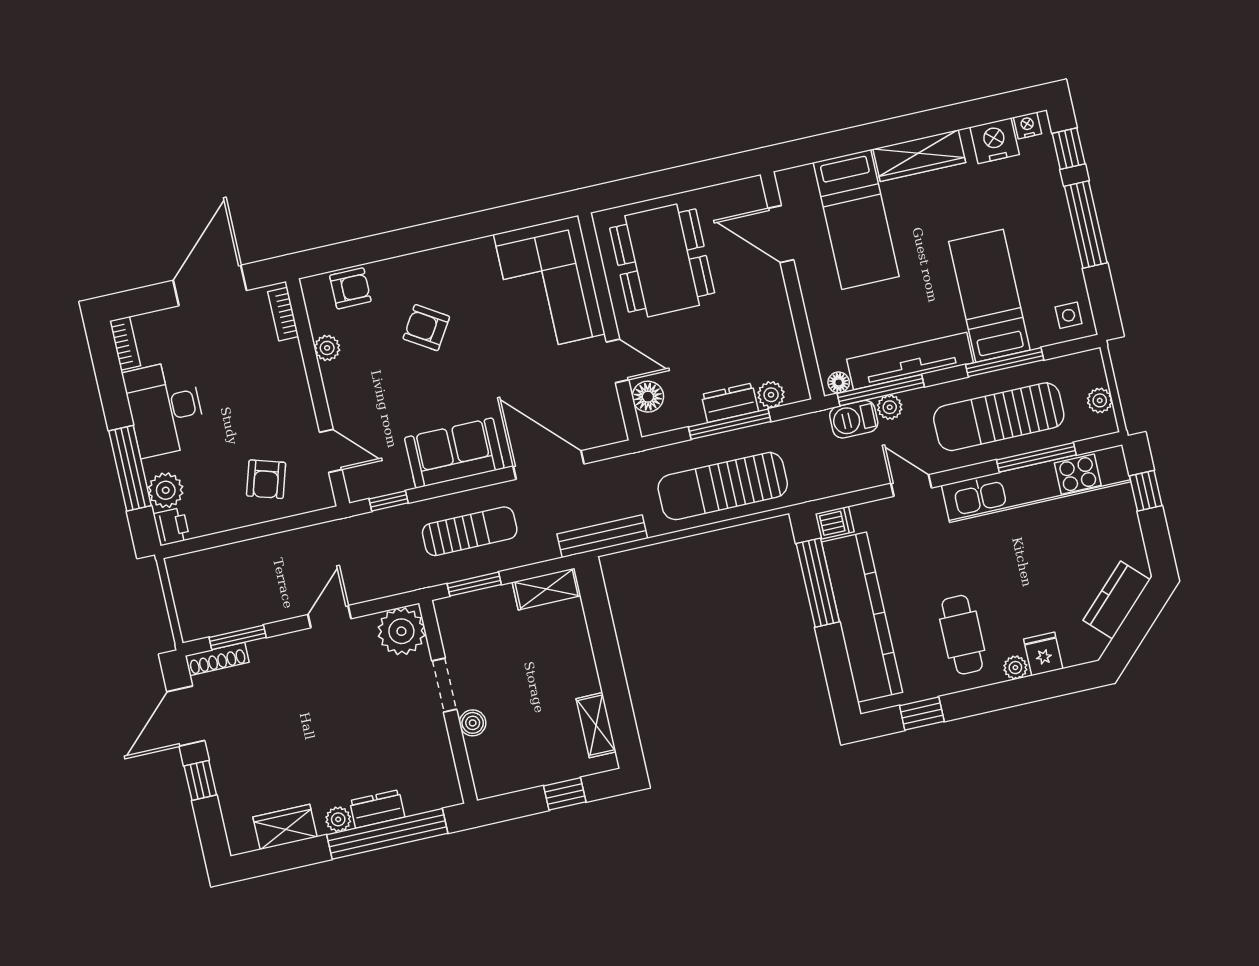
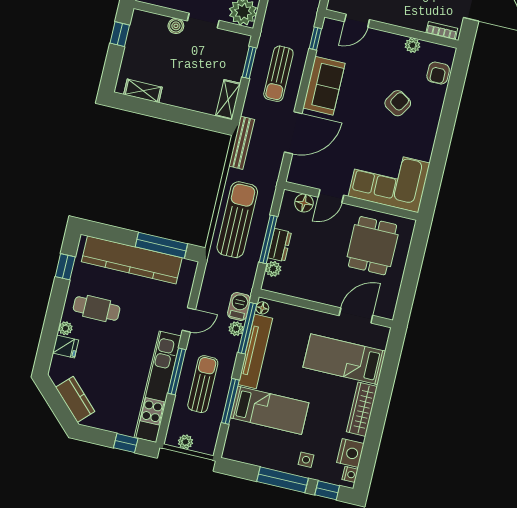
dining table: (662, 260) -> (373, 246), width x0.73
side table: (1069, 315) -> (306, 460), moved
sun lounger: (999, 417) -> (203, 384), width x0.73, depth x0.75
window: (1036, 457) -> (177, 371), moved
dishwasher: (835, 523) -> (189, 270), removed
window: (565, 794) -> (120, 34), moved

